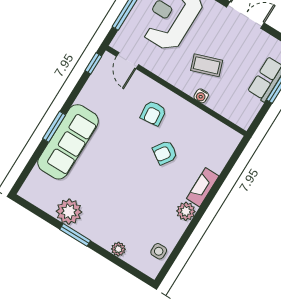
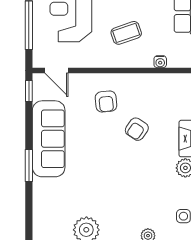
water cooler: (201, 96) -> (160, 62), moved
sofa: (68, 142) -> (49, 139), moved

